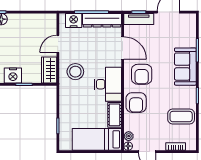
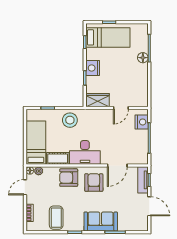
dresser: (102, 20) -> (142, 147), removed
door: (58, 44) -> (121, 108), swing flipped
stool: (75, 72) -> (70, 120), moved
armchair: (142, 74) -> (94, 183), turned 90

